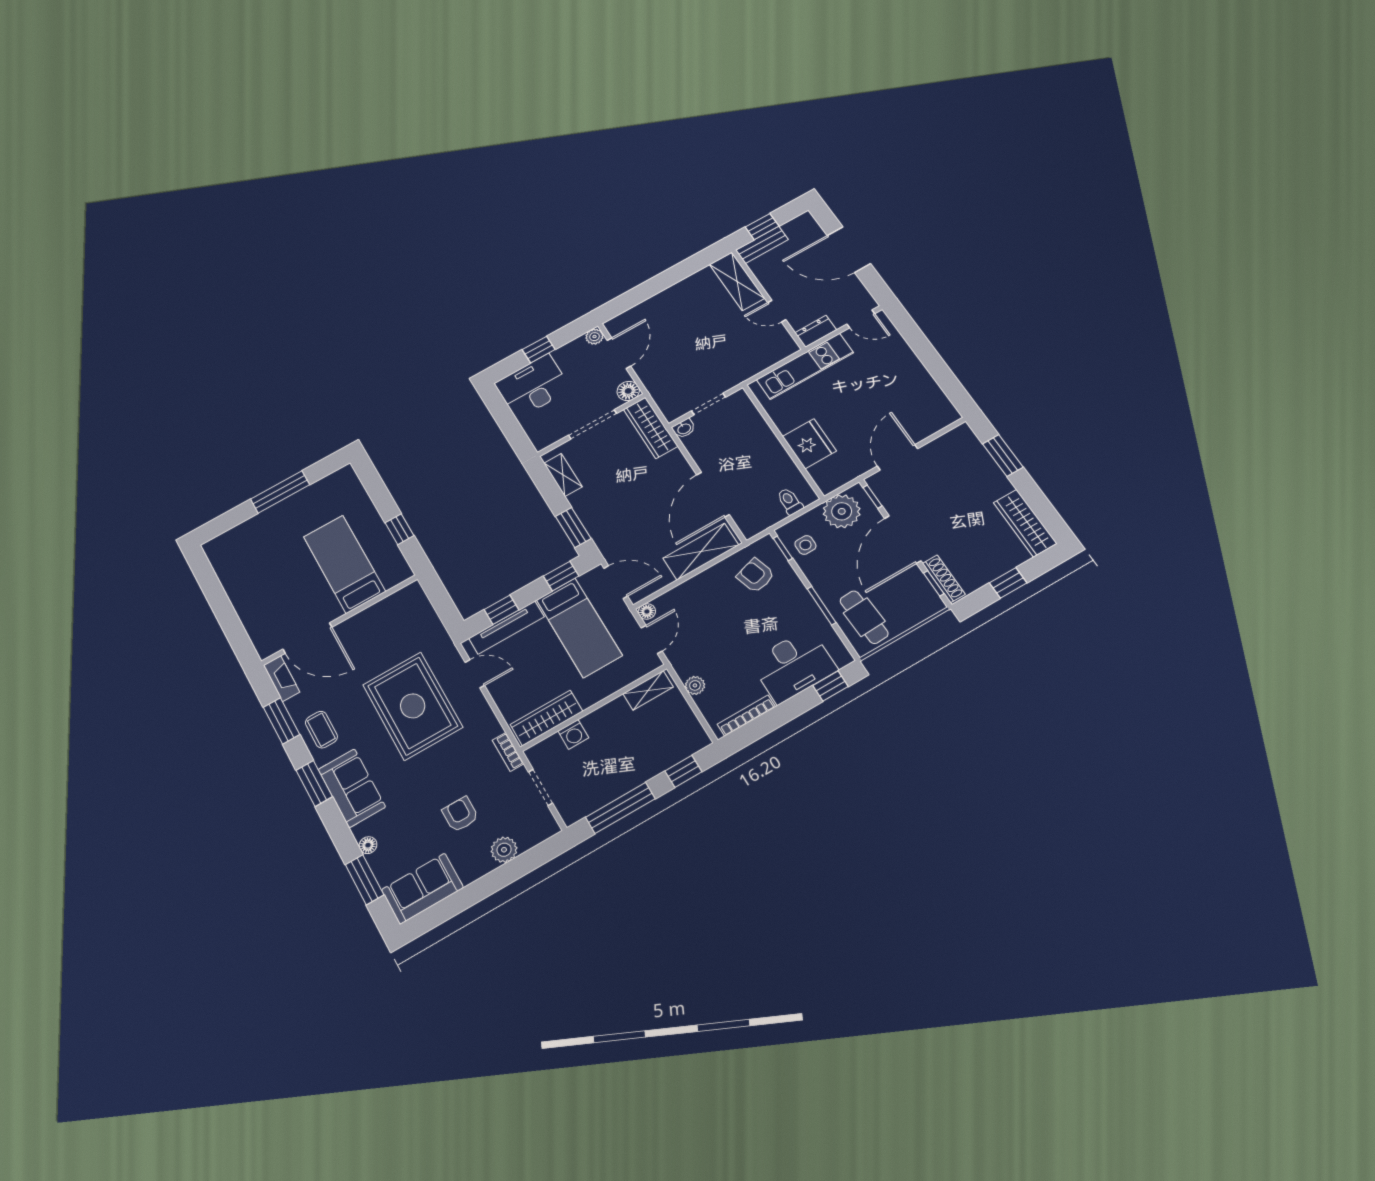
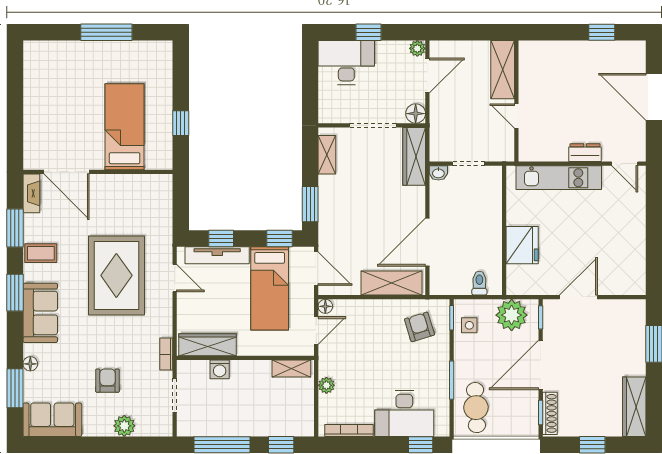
bench: (762, 245) -> (592, 49), removed
shelving: (737, 281) -> (503, 70), moved
wall: (768, 299) -> (516, 101), moved
door: (777, 311) -> (516, 116), moved
coffee table: (321, 730) -> (41, 253), turned 90

